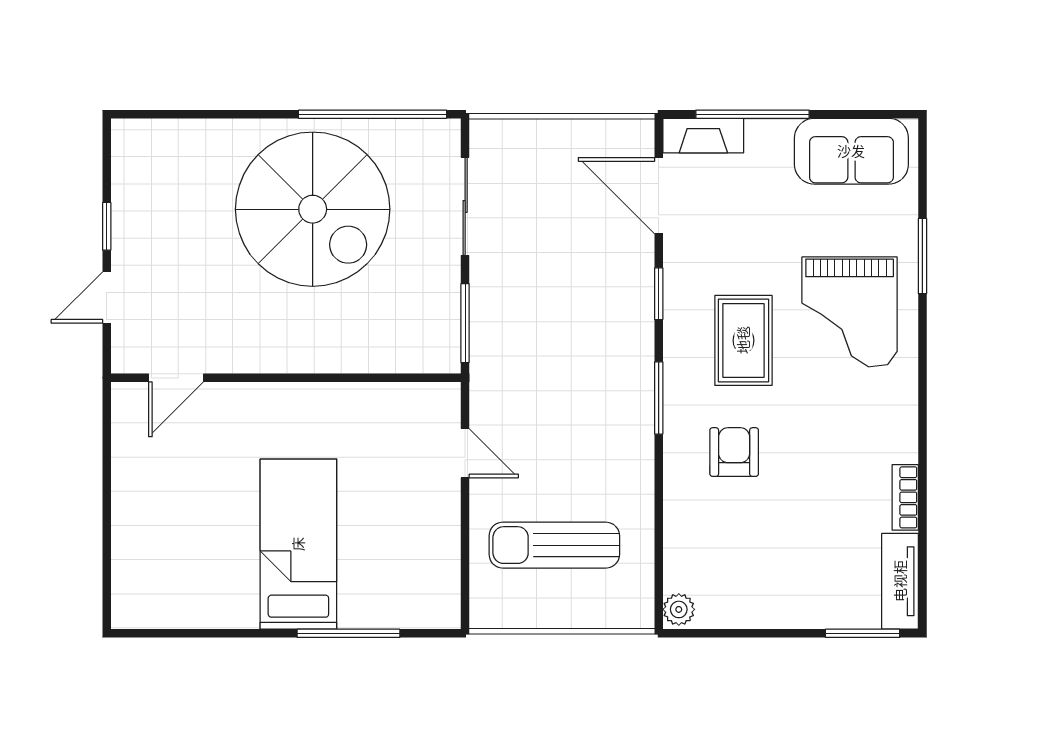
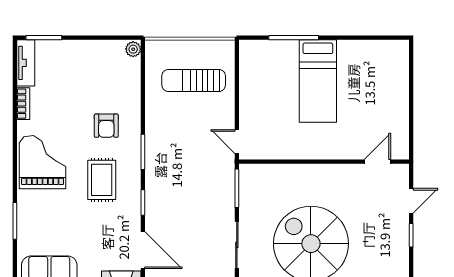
grand piano: (850, 312) -> (43, 162), moved
door: (465, 453) -> (237, 142), moved
sun lounger: (554, 545) -> (194, 80), turned 180

